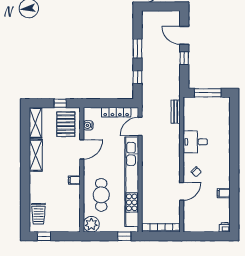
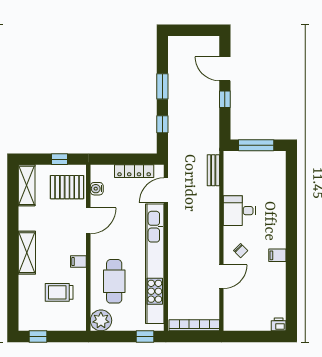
pallet: (66, 124) -> (67, 187), turned 90
shelving: (36, 155) -> (27, 253), moved
filing cabinet: (224, 193) -> (277, 255), moved
trolley: (39, 214) -> (59, 292), moved, turned 90

